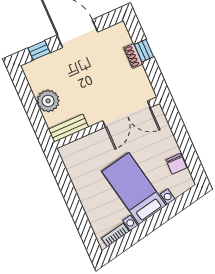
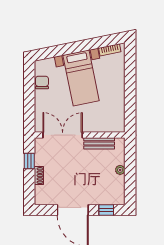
window: (144, 51) -> (29, 161), moved
plant: (48, 101) -> (120, 170), width x0.53, depth x0.53
bench: (68, 128) -> (99, 143), moved

